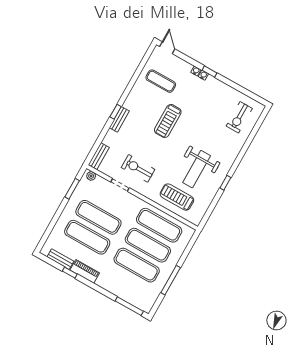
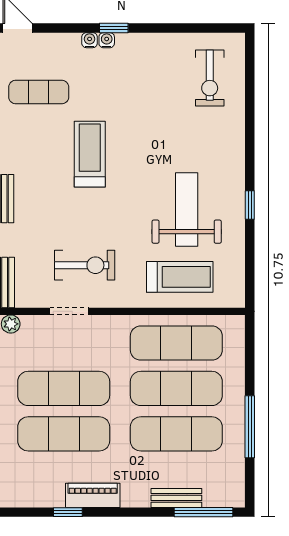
treadmill: (168, 121) -> (90, 154), turned 180
exercise bike: (138, 168) -> (85, 265), turned 180
weight bench: (197, 169) -> (187, 209), turned 180
treadmill: (177, 197) -> (180, 277), turned 180
bench: (60, 259) -> (176, 498), moved

